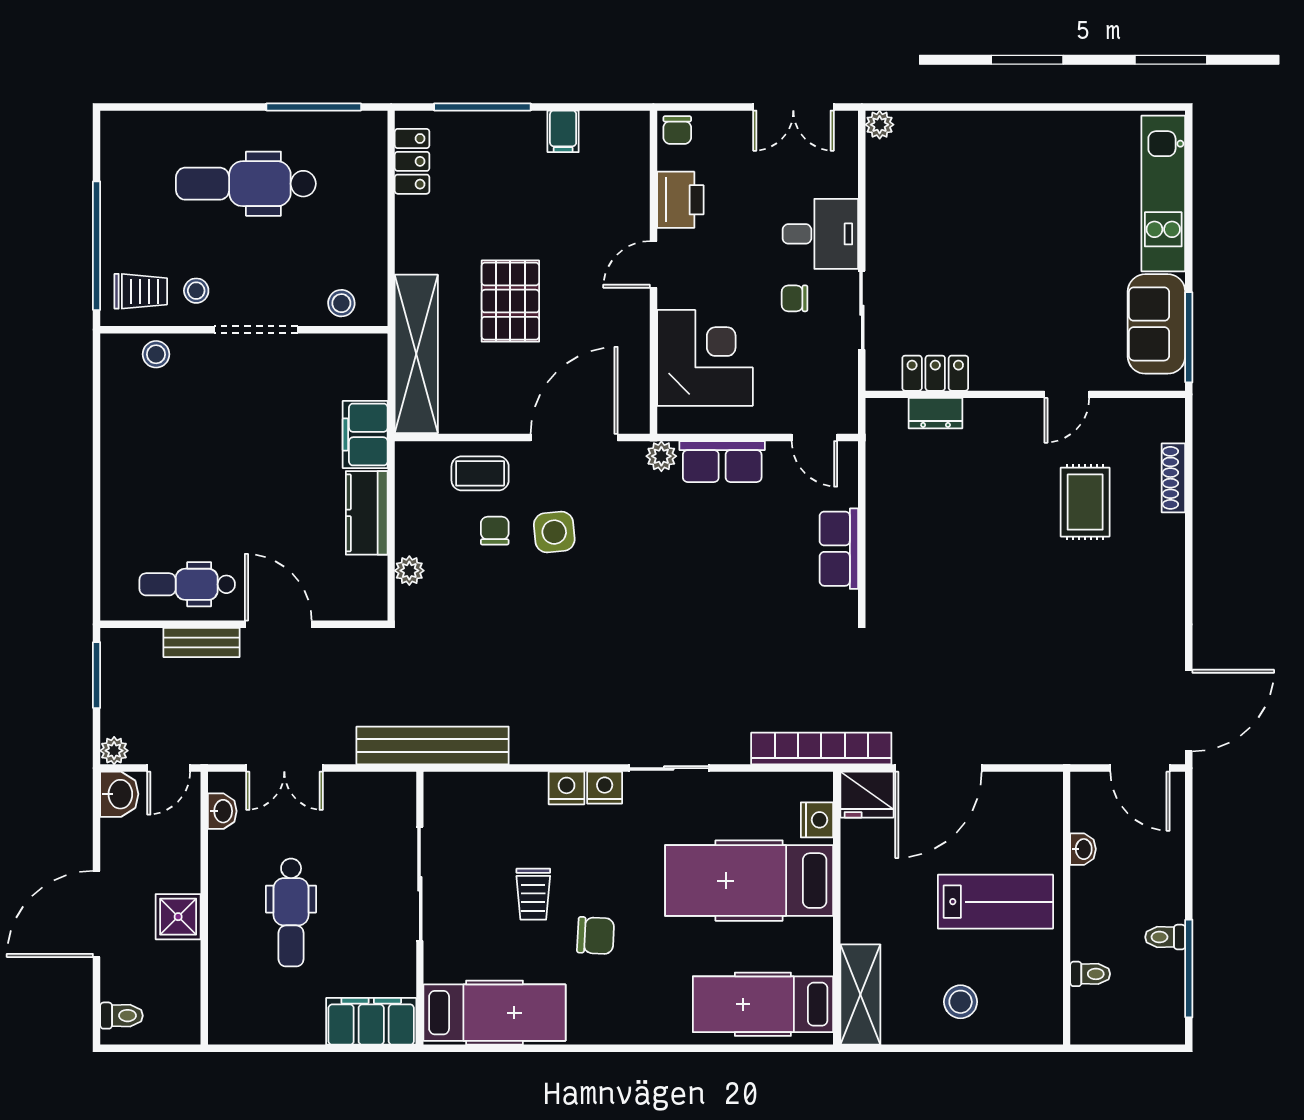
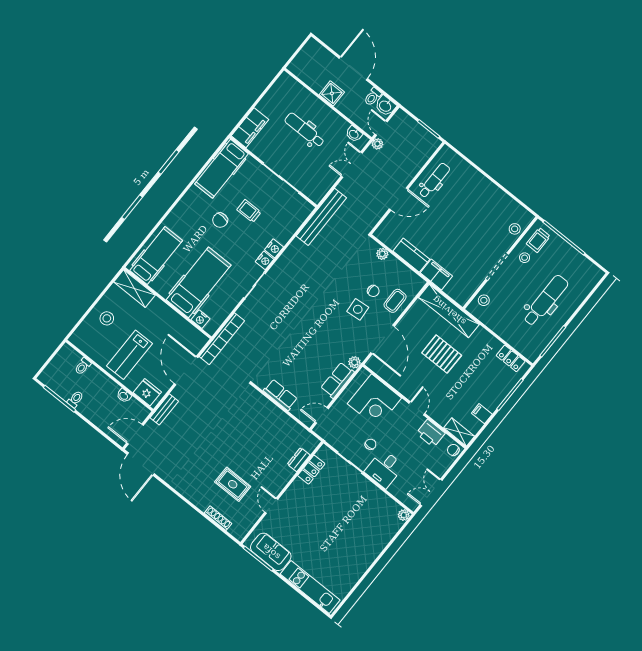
shelving: (634, 147) -> (459, 432), added
bench: (201, 643) -> (164, 409), moved
plant: (114, 751) -> (377, 144), moved
fridge: (867, 795) -> (147, 392), moved, turned 90
toilet: (121, 1016) -> (373, 97), moved

